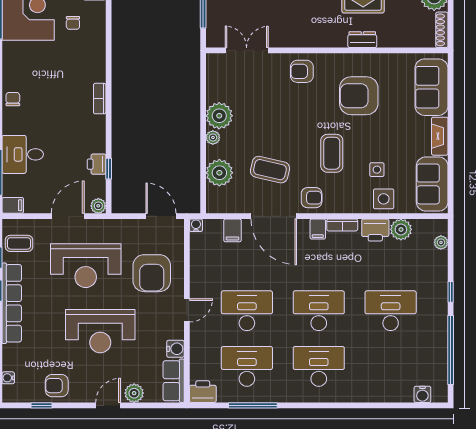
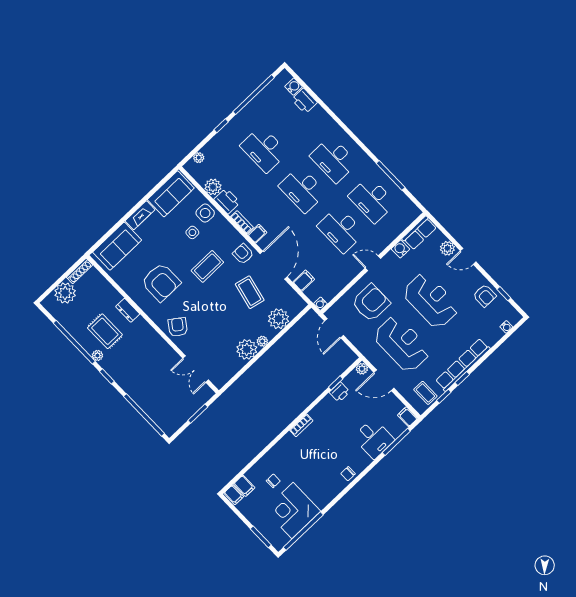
armchair: (302, 71) -> (178, 327), turned -144
printer: (203, 392) -> (304, 101), moved

